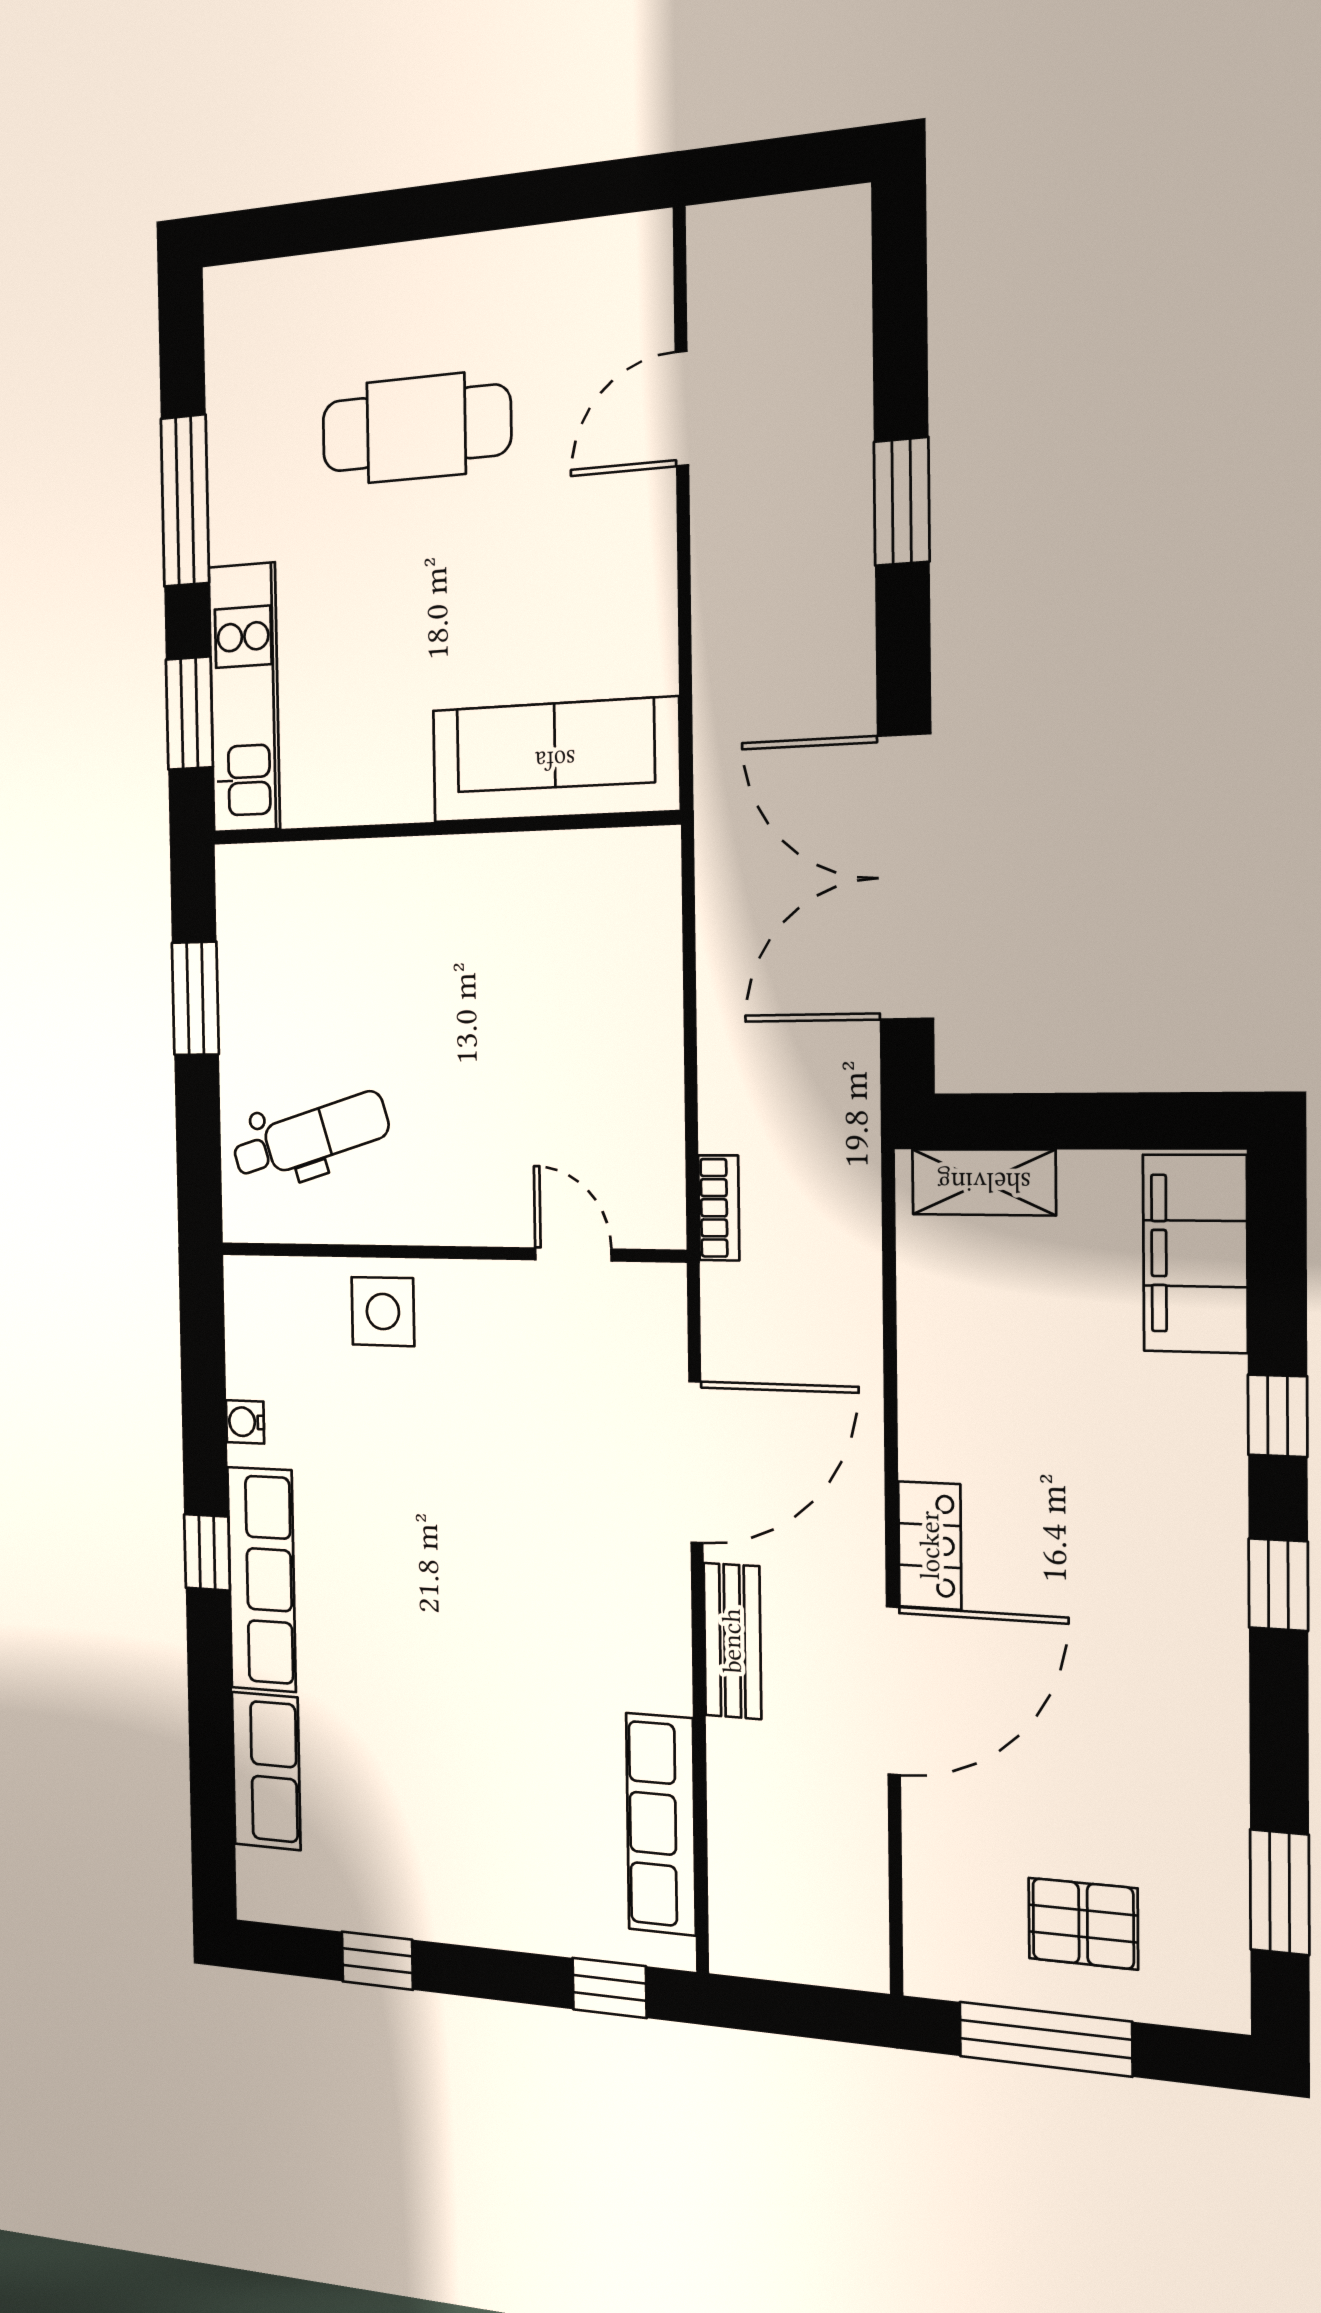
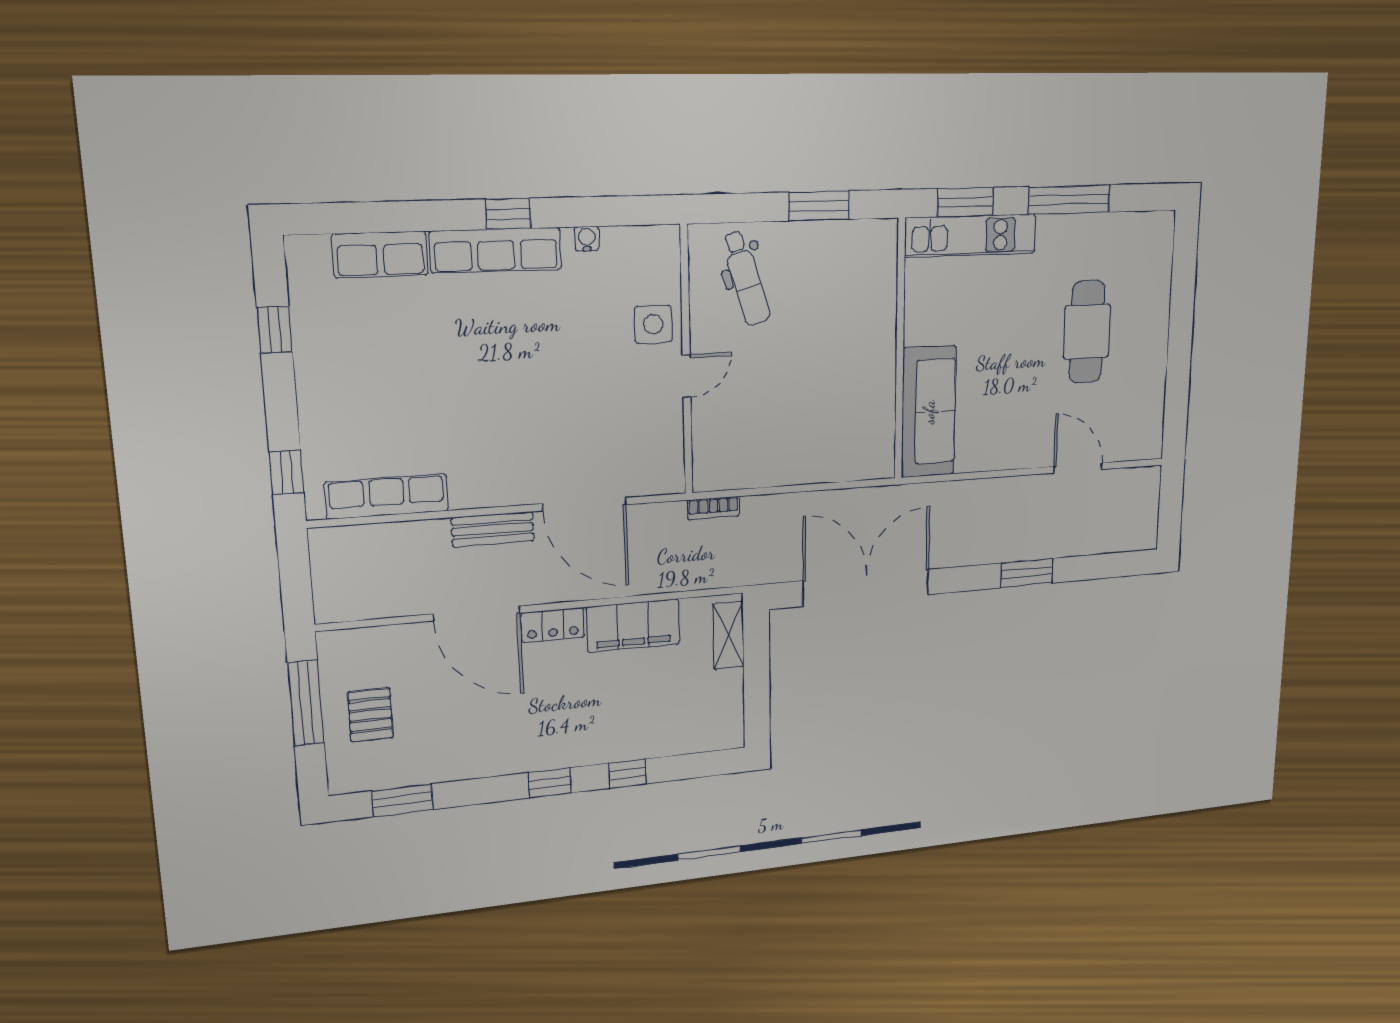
door: (573, 1254) -> (687, 376), moved
filing cabinet: (1195, 1254) -> (633, 626), moved, turned 180

